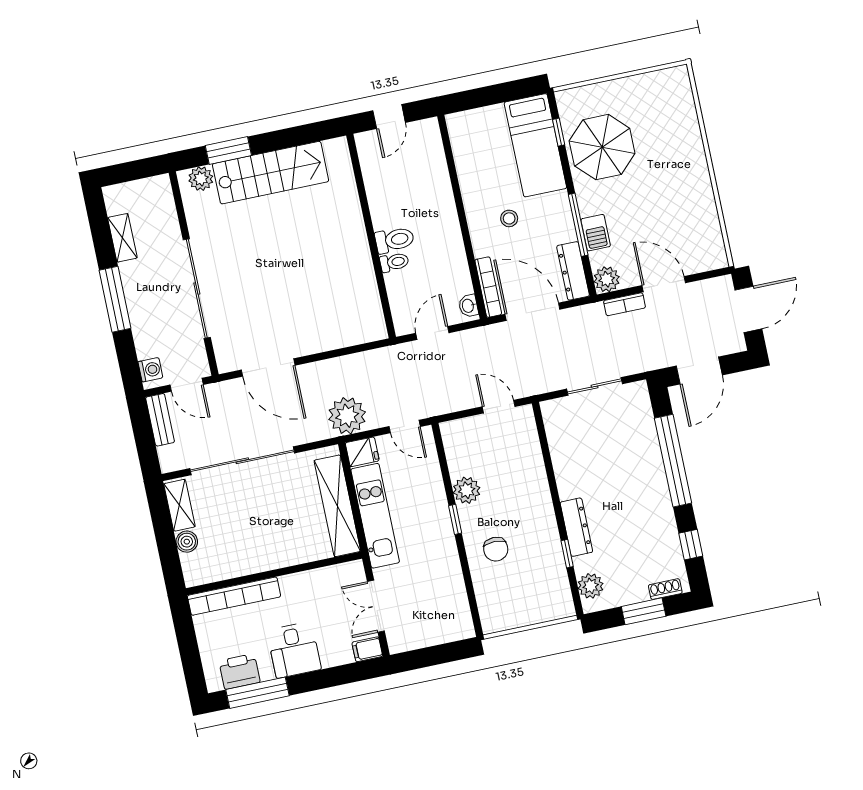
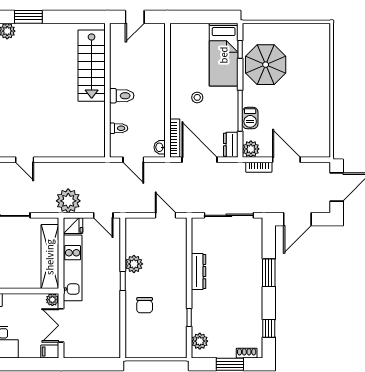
stairs: (271, 173) -> (92, 66), moved, turned 90
toilet: (394, 262) -> (119, 128), moved
dresser: (573, 271) -> (231, 145), width x0.70
door: (432, 333) -> (133, 160), swing flipped
door: (268, 368) -> (25, 160), width x0.53
sliding door: (595, 386) -> (229, 215), width x1.37
window: (673, 461) -> (269, 273), width x0.47
dresser: (576, 527) -> (199, 272), moved
plant: (355, 570) -> (52, 300), added

